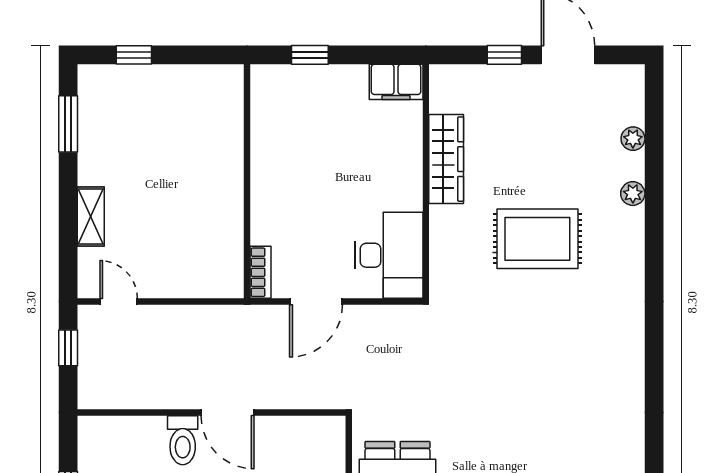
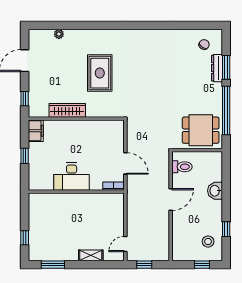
window: (310, 55) -> (25, 156), moved
window: (504, 55) -> (25, 99), moved
plant: (633, 194) -> (81, 34), removed
desk: (389, 255) -> (72, 176), moved, turned 180
toilet: (183, 440) -> (182, 167), moved

